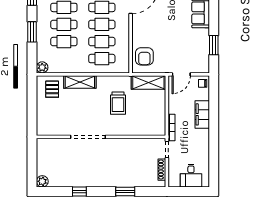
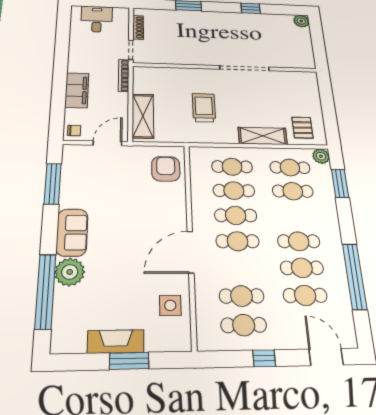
cafe table: (64, 24) -> (290, 167), moved
window: (32, 32) -> (340, 183), moved
window: (214, 45) -> (53, 184), width x1.44
shelving: (148, 82) -> (143, 116), moved, turned 90

